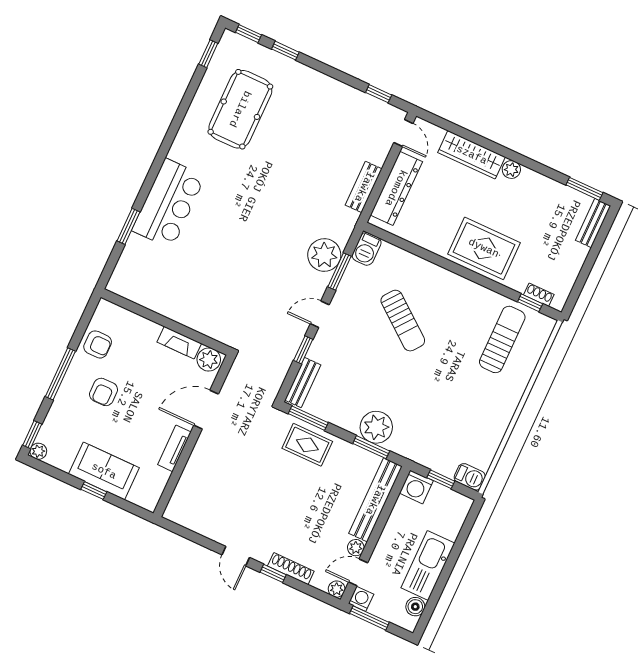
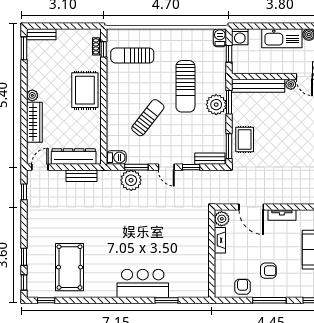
pool table: (240, 109) -> (70, 267), turned 90
sun lounger: (423, 395) -> (185, 86), added
washing machine: (416, 487) -> (240, 37), moved, turned 90

